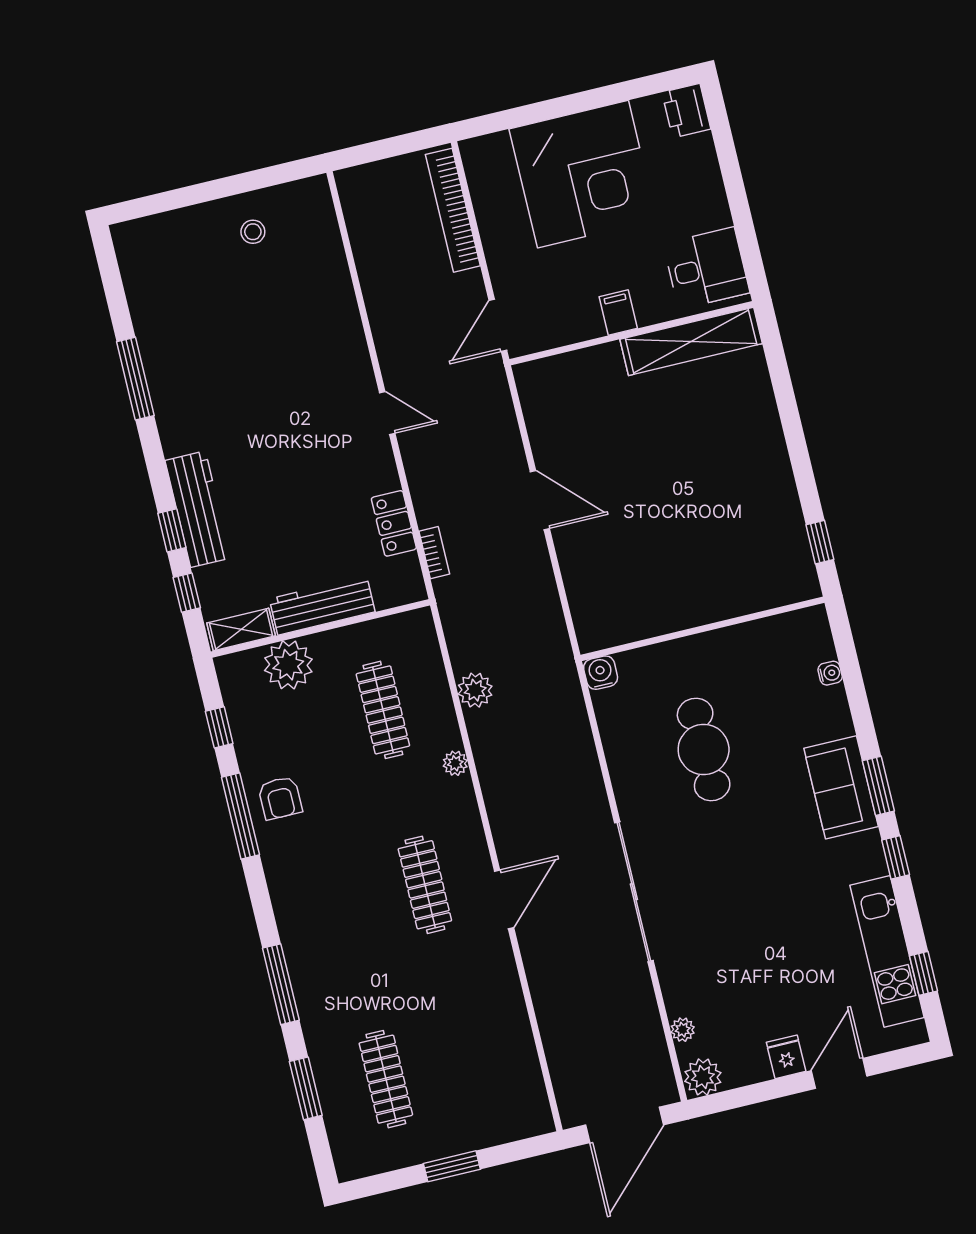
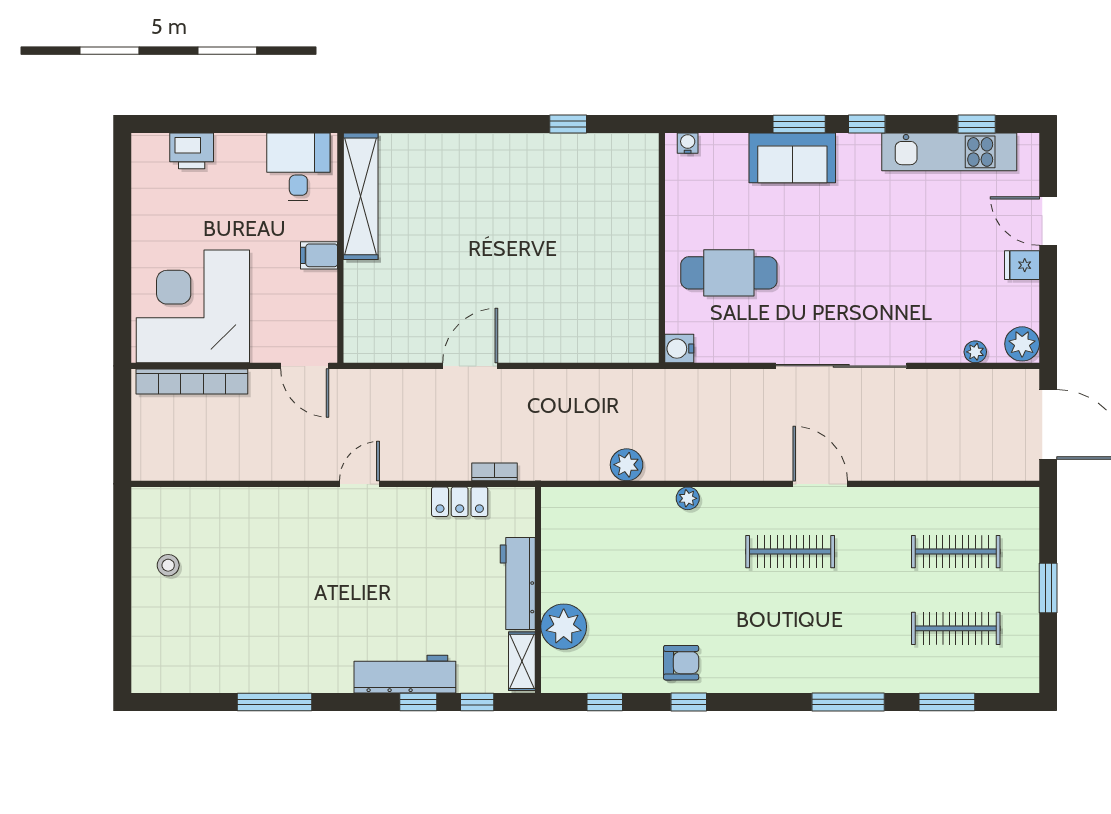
printer: (686, 111) -> (192, 151), moved
corner desk: (583, 174) -> (193, 306), moved, turned -90
wall: (702, 629) -> (662, 248), moved
water cooler: (601, 673) -> (679, 349), moved
clothes rail: (383, 710) -> (956, 552), moved
window: (240, 816) -> (689, 702), width x0.46

